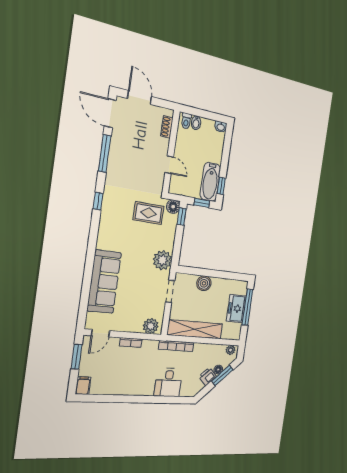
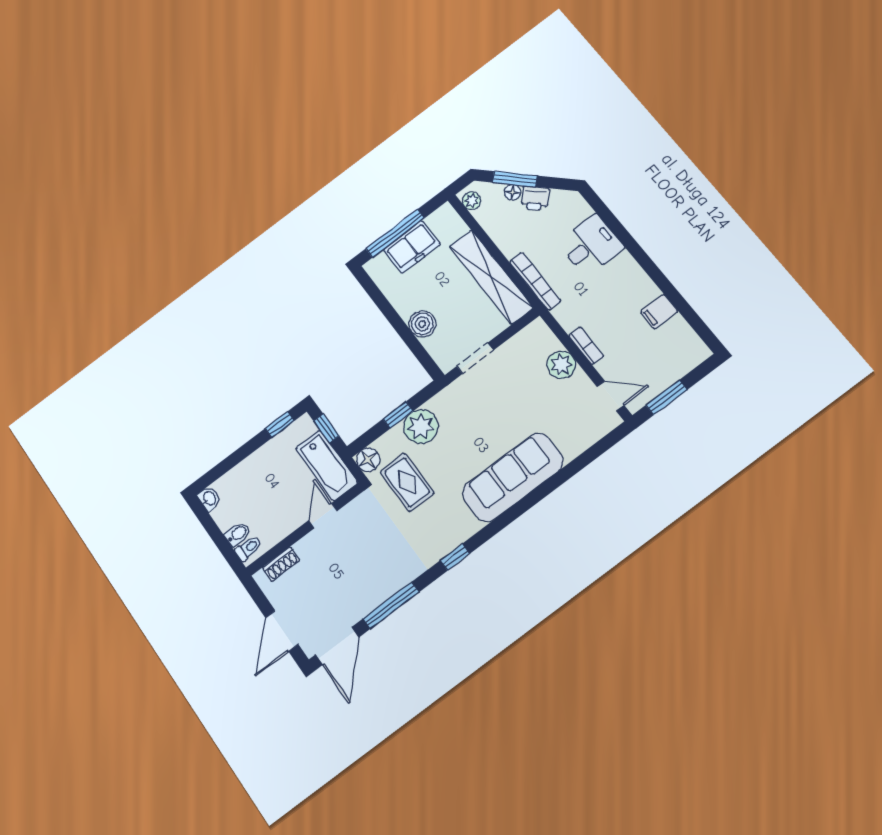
bathtub: (210, 182) -> (327, 465), moved, turned 90
window: (182, 217) -> (398, 415), moved
plant: (162, 260) -> (421, 427), moved
sofa: (104, 282) -> (513, 477), moved
plant: (151, 326) -> (561, 365), moved
filing cabinet: (83, 386) -> (659, 312), moved

